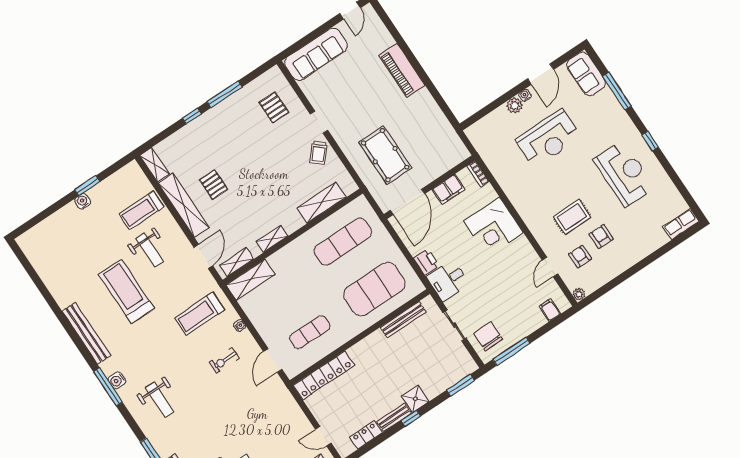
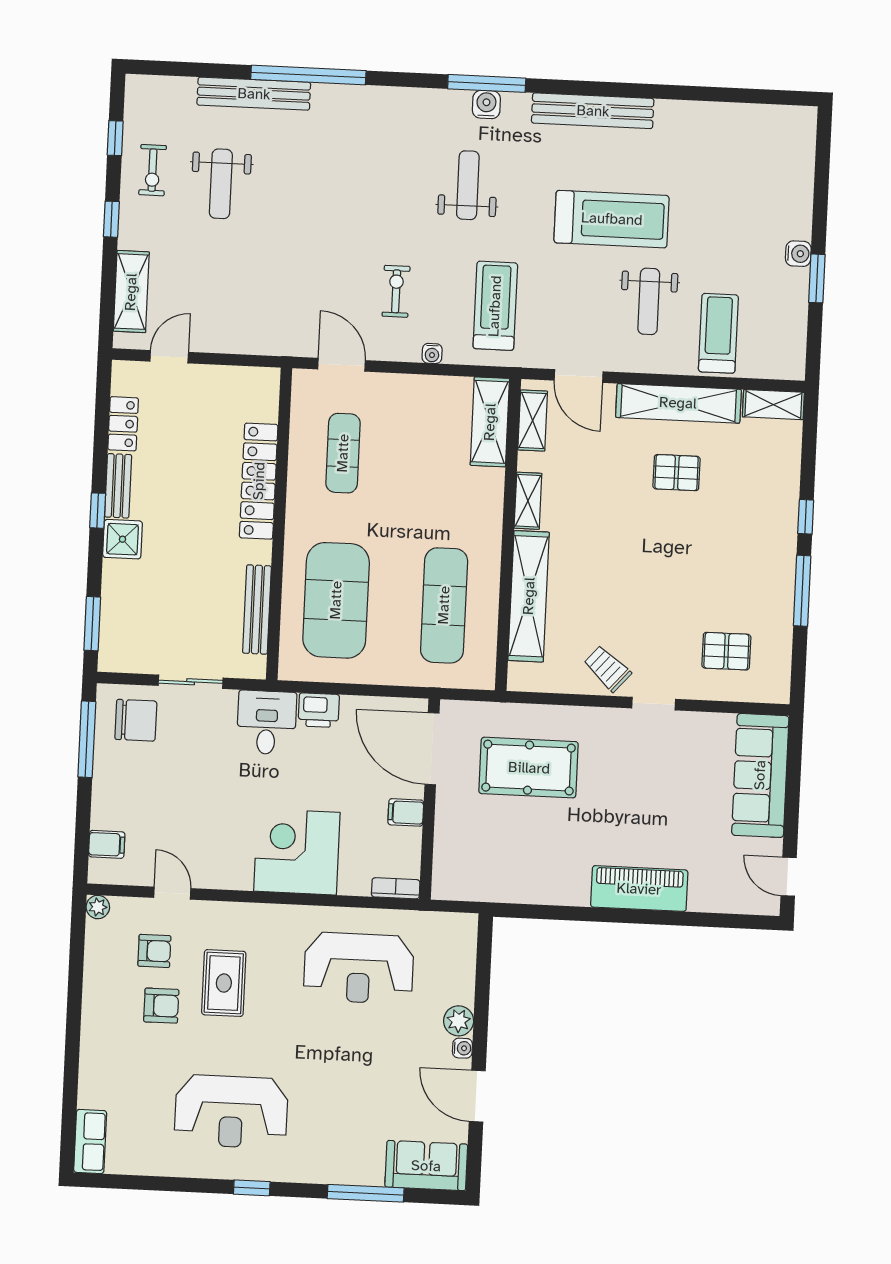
reception desk: (549, 138) -> (359, 968), moved, turned -90
filing cabinet: (448, 189) -> (406, 812), width x0.50
shelving: (322, 203) -> (529, 596), width x1.47
weight bench: (150, 250) -> (649, 301), turned -90
locker: (324, 375) -> (259, 481), moved
weight bench: (160, 400) -> (468, 185), moved, turned 90

